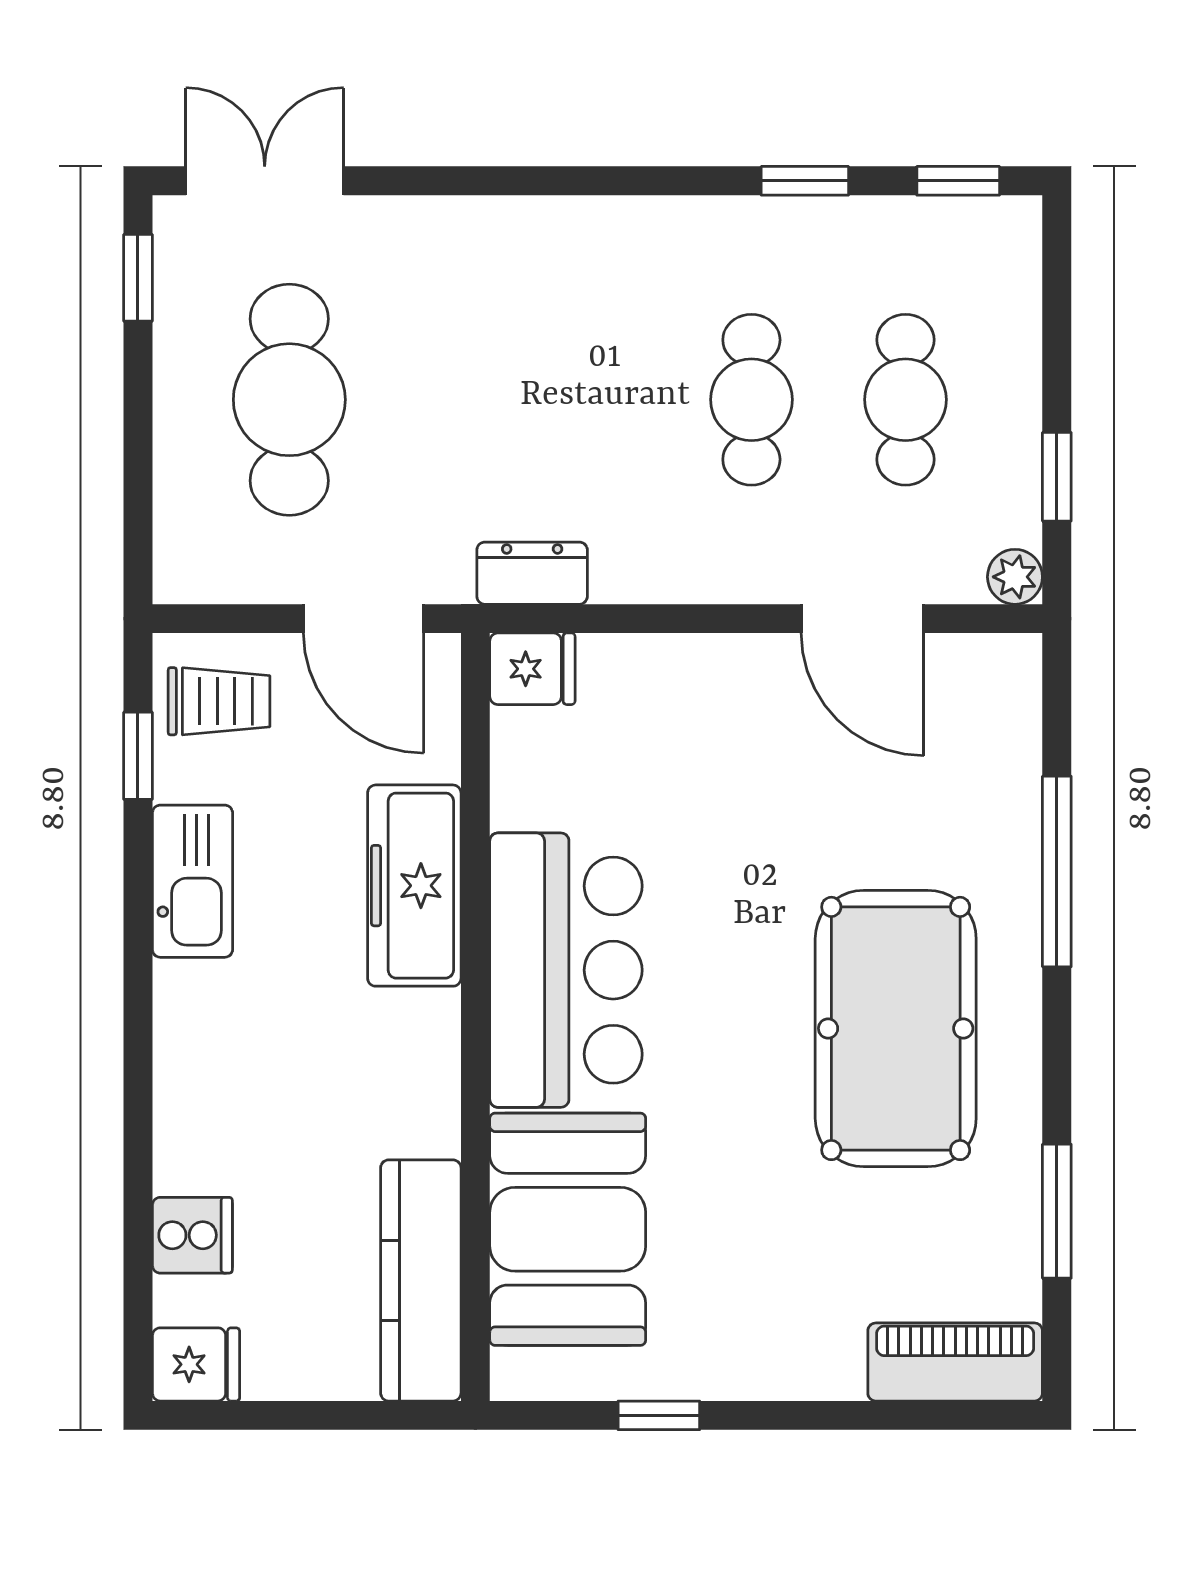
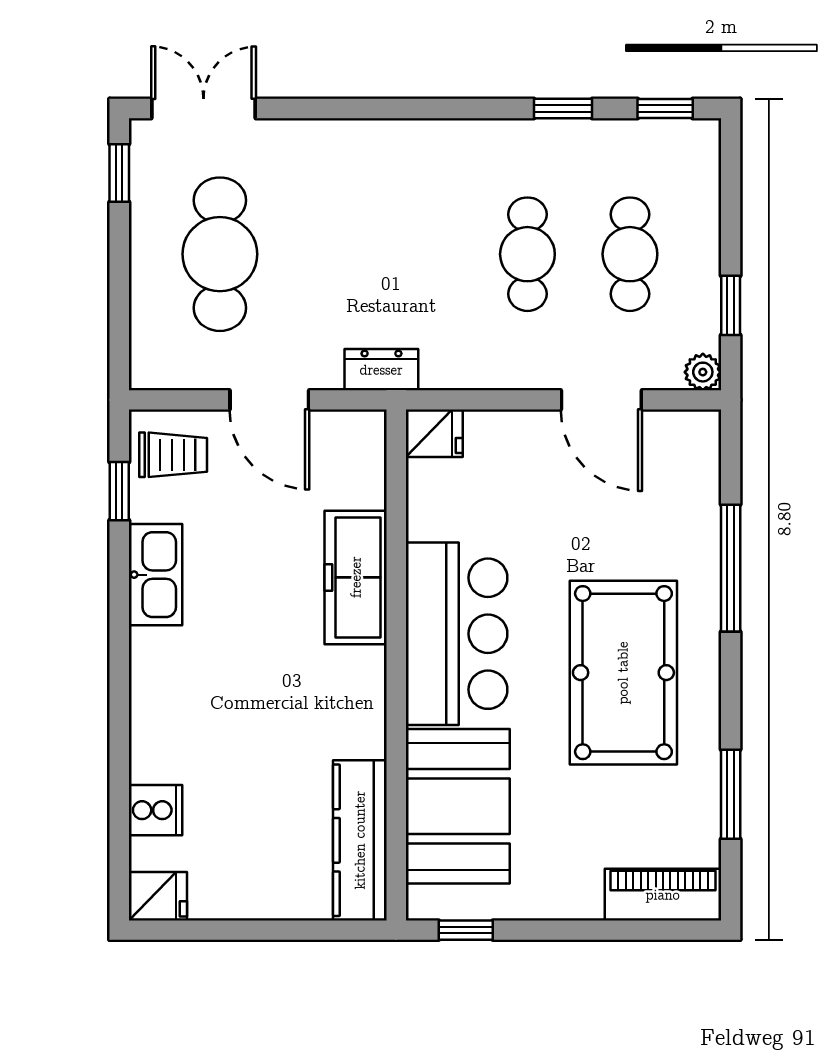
fridge: (532, 669) -> (434, 433), moved
freezer: (414, 886) -> (356, 577), moved
bar counter: (566, 970) -> (457, 634), moved
wall: (475, 1017) -> (396, 665), moved
booth: (568, 1229) -> (458, 806), moved
kitchen counter: (421, 1280) -> (360, 840), moved

